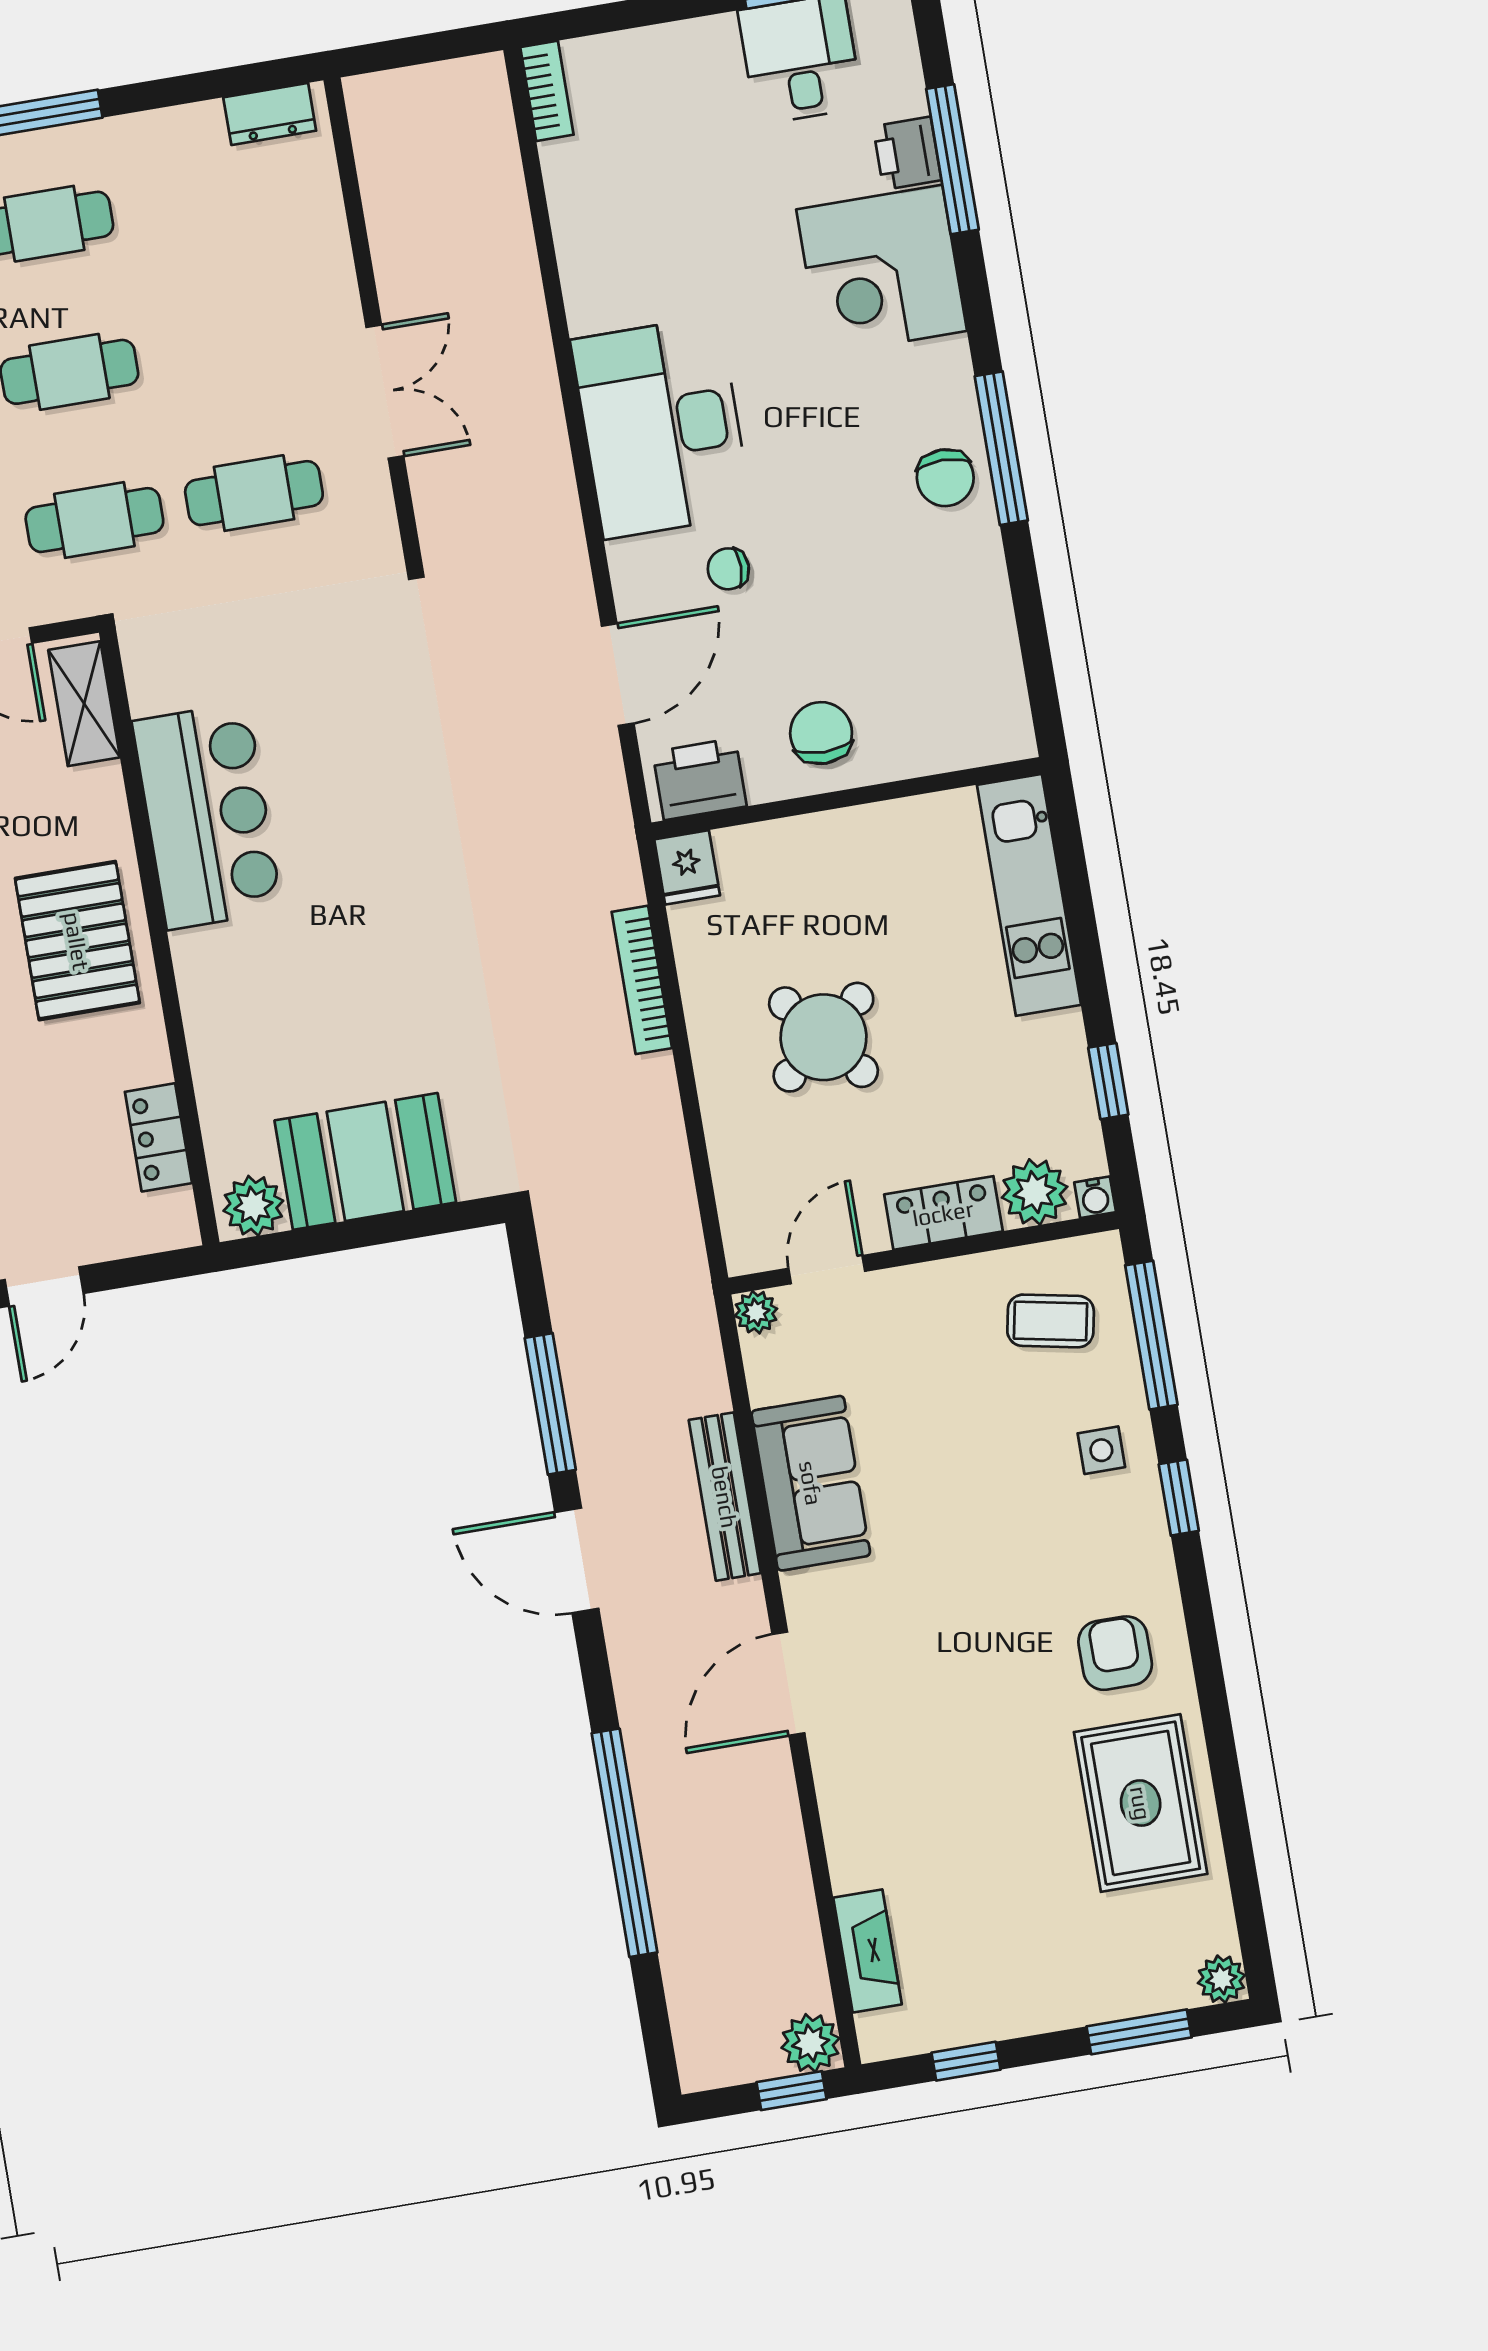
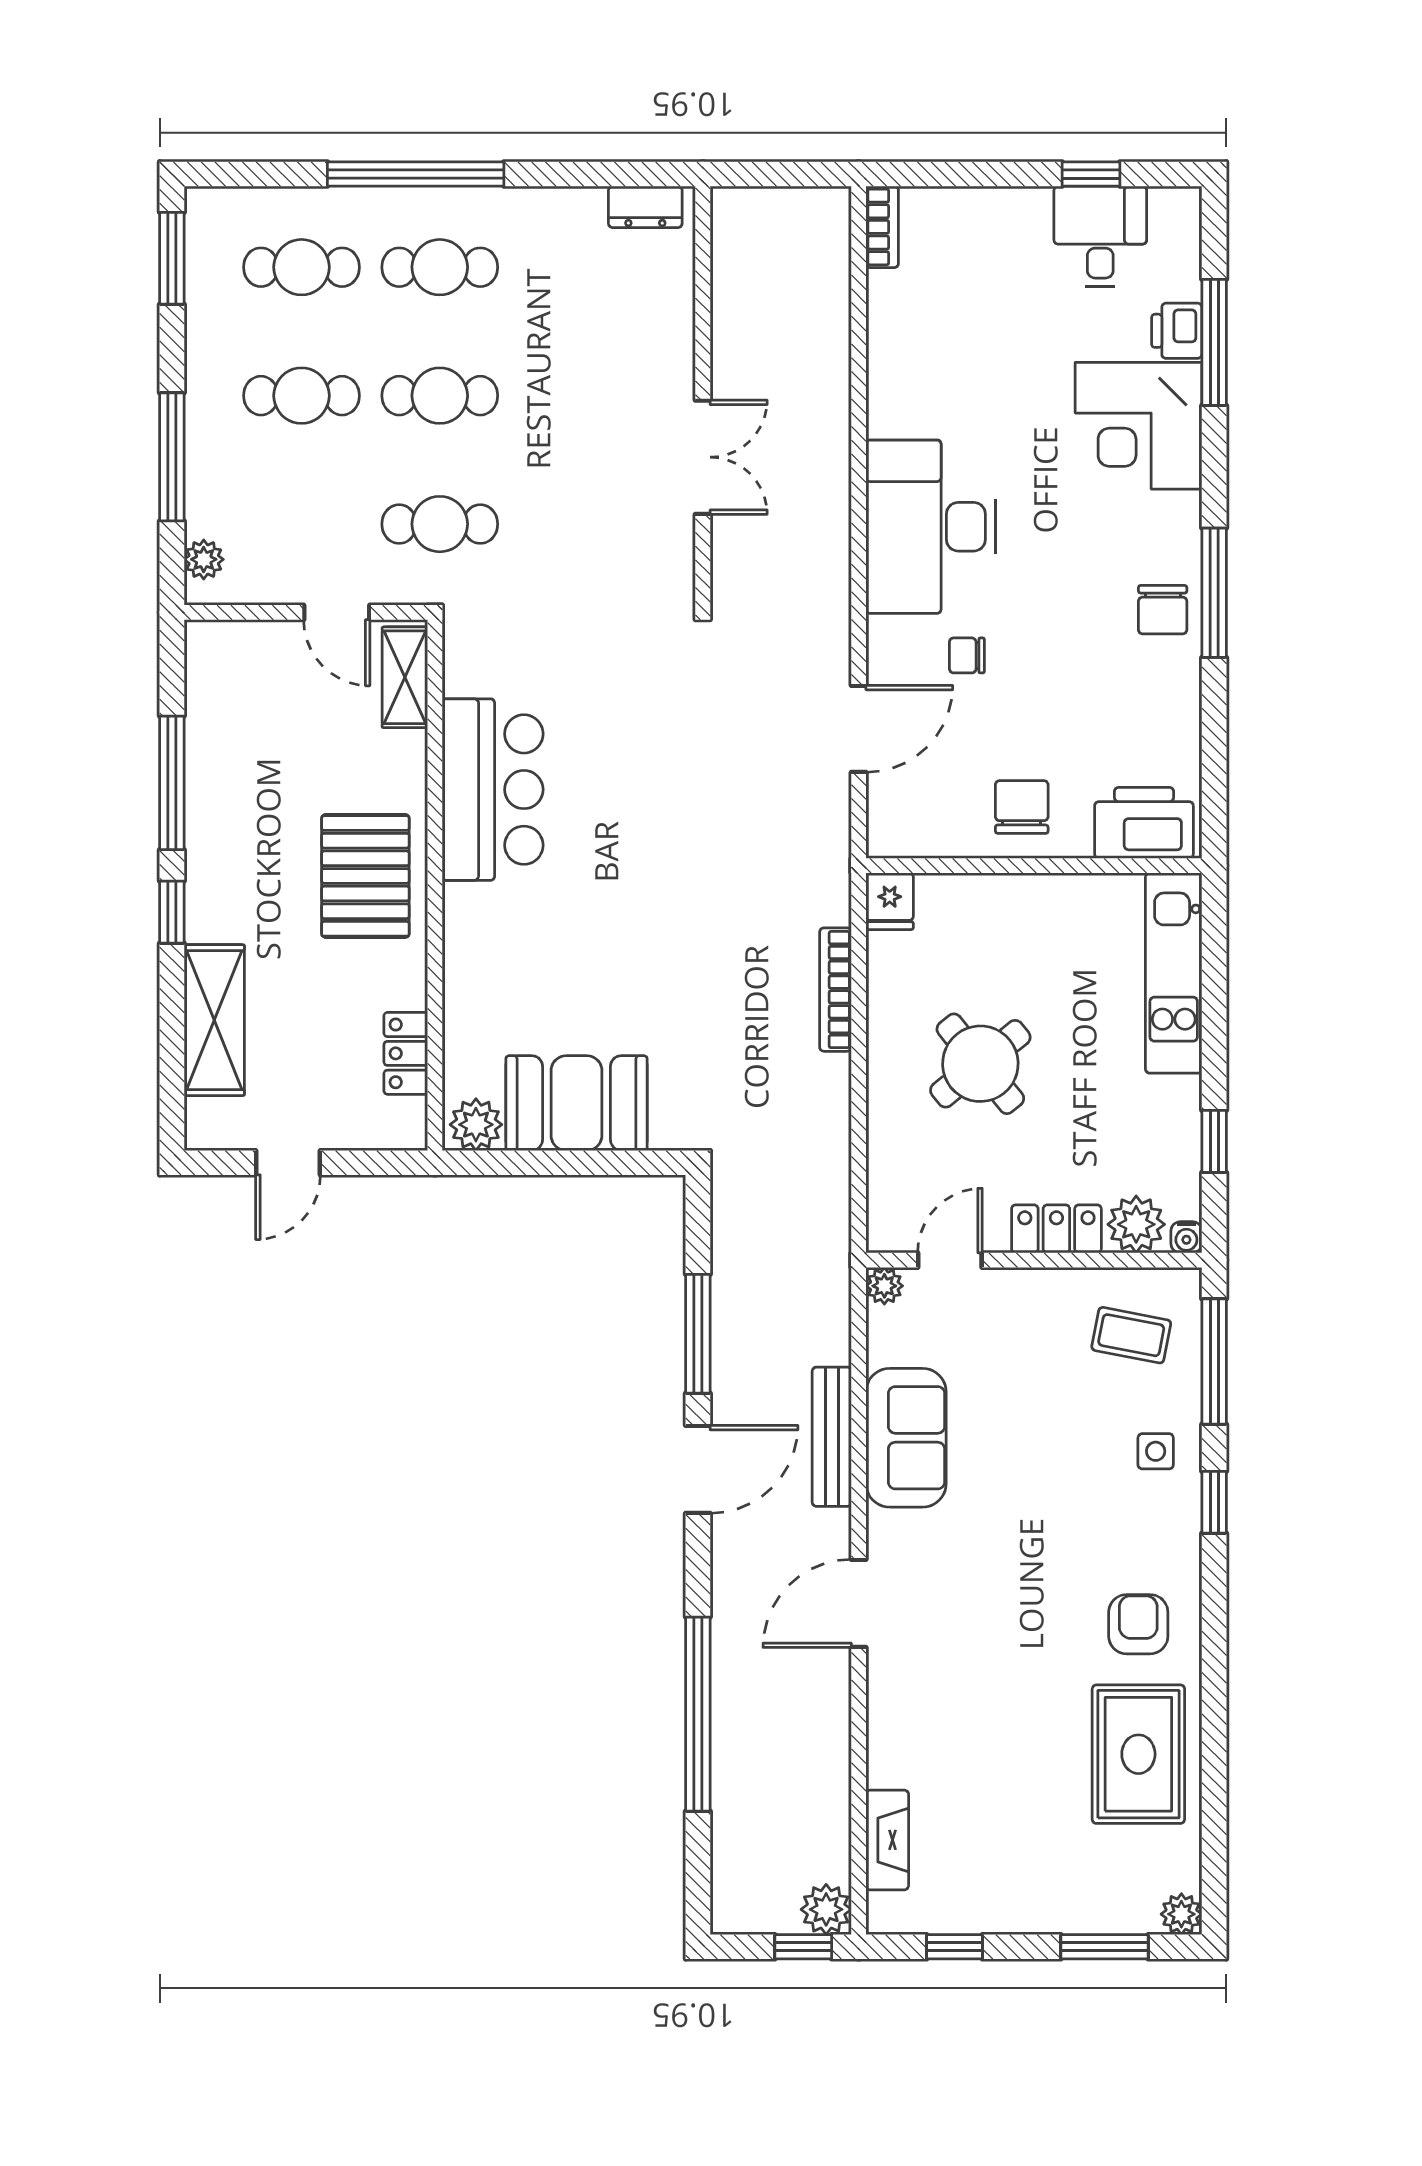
cafe table: (254, 493) -> (578, 524), removed
printer: (700, 779) -> (1144, 823), moved, width x1.37, depth x1.19
door: (577, 1560) -> (698, 1469), swing flipped

